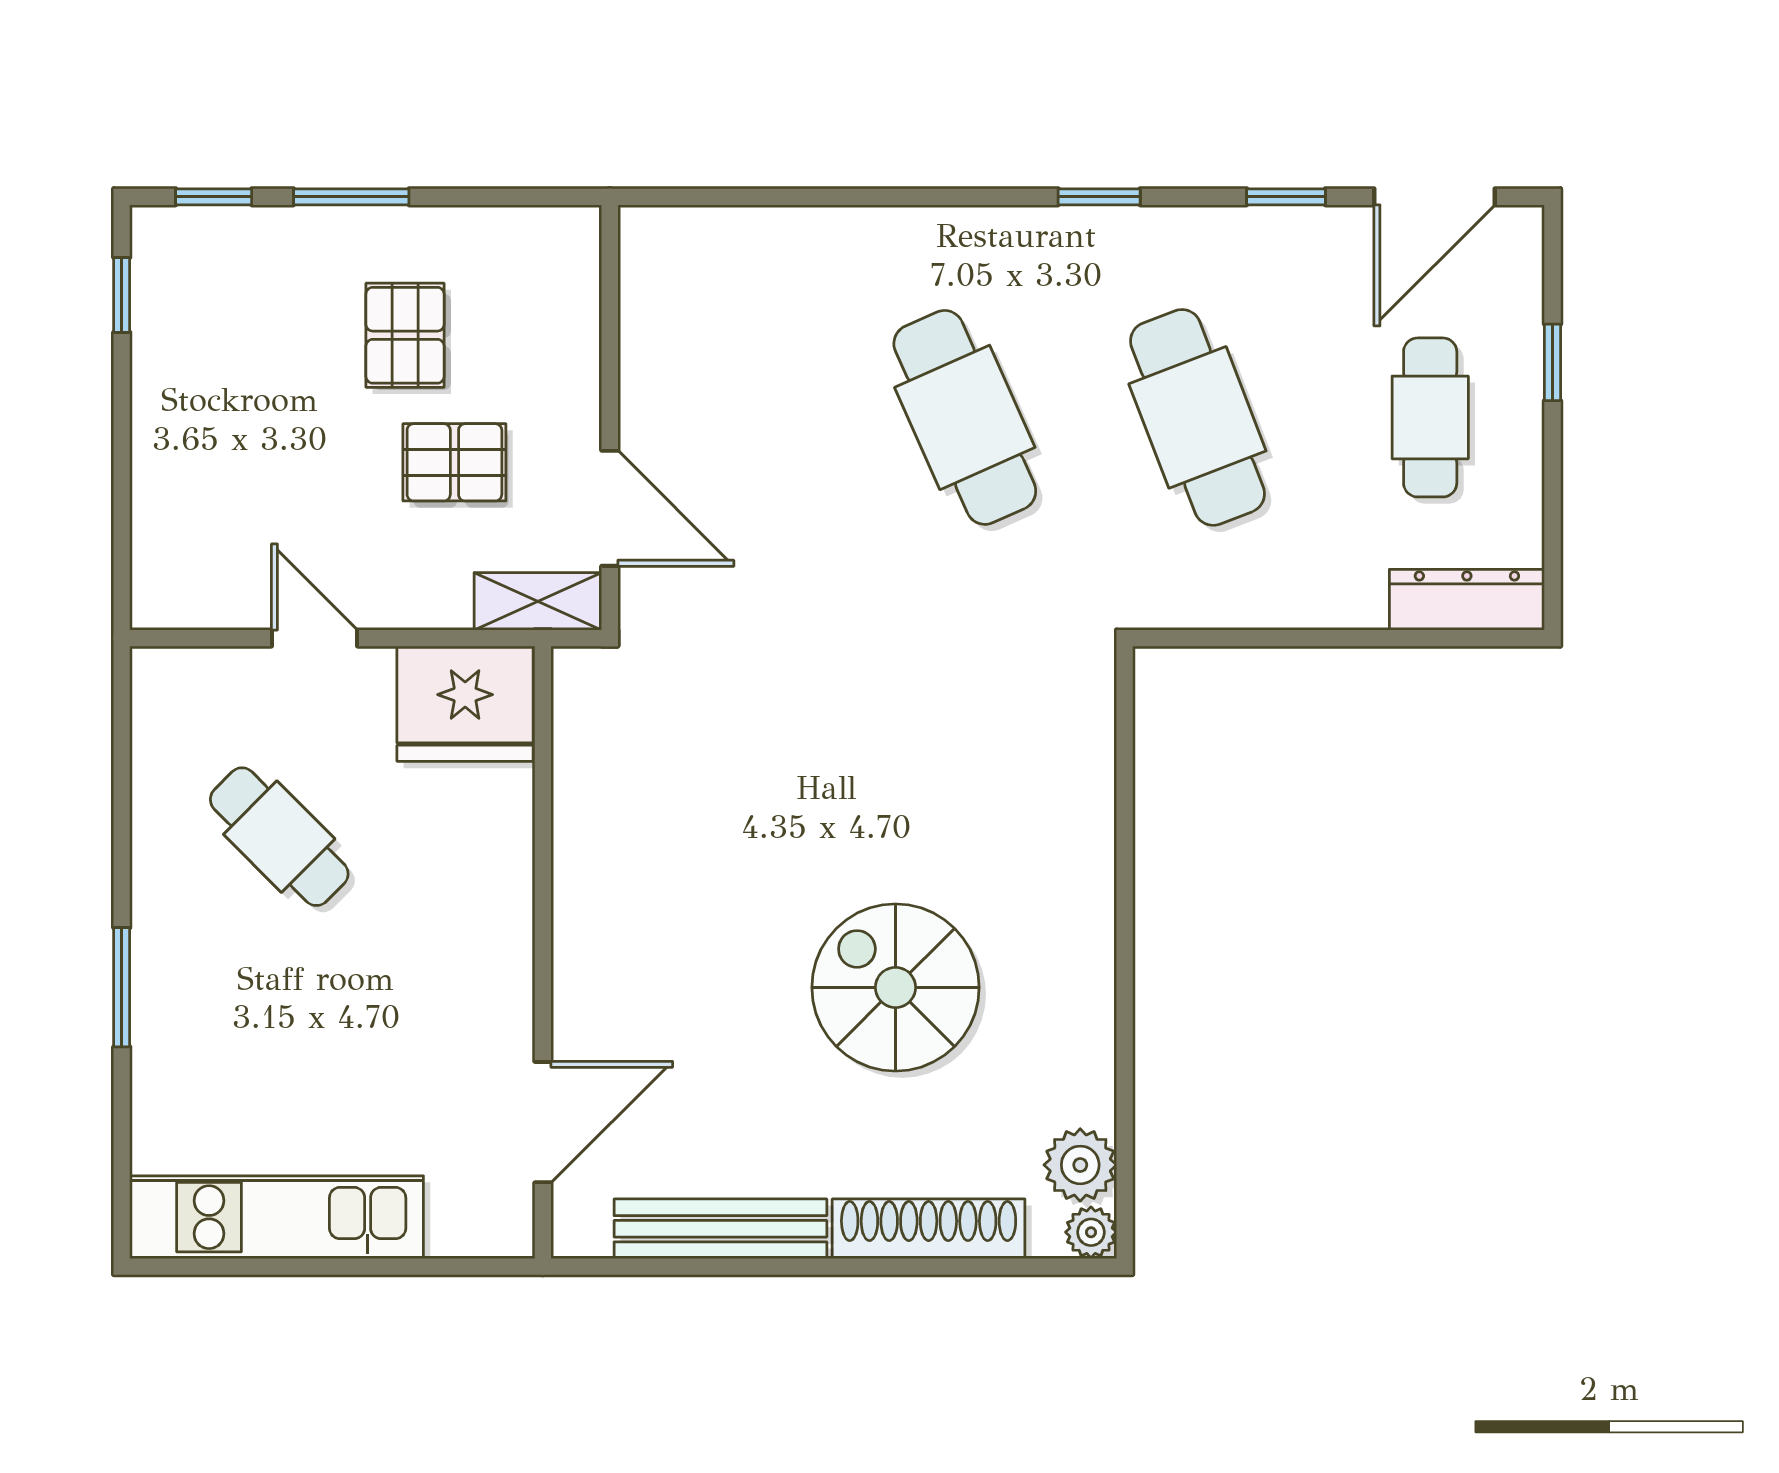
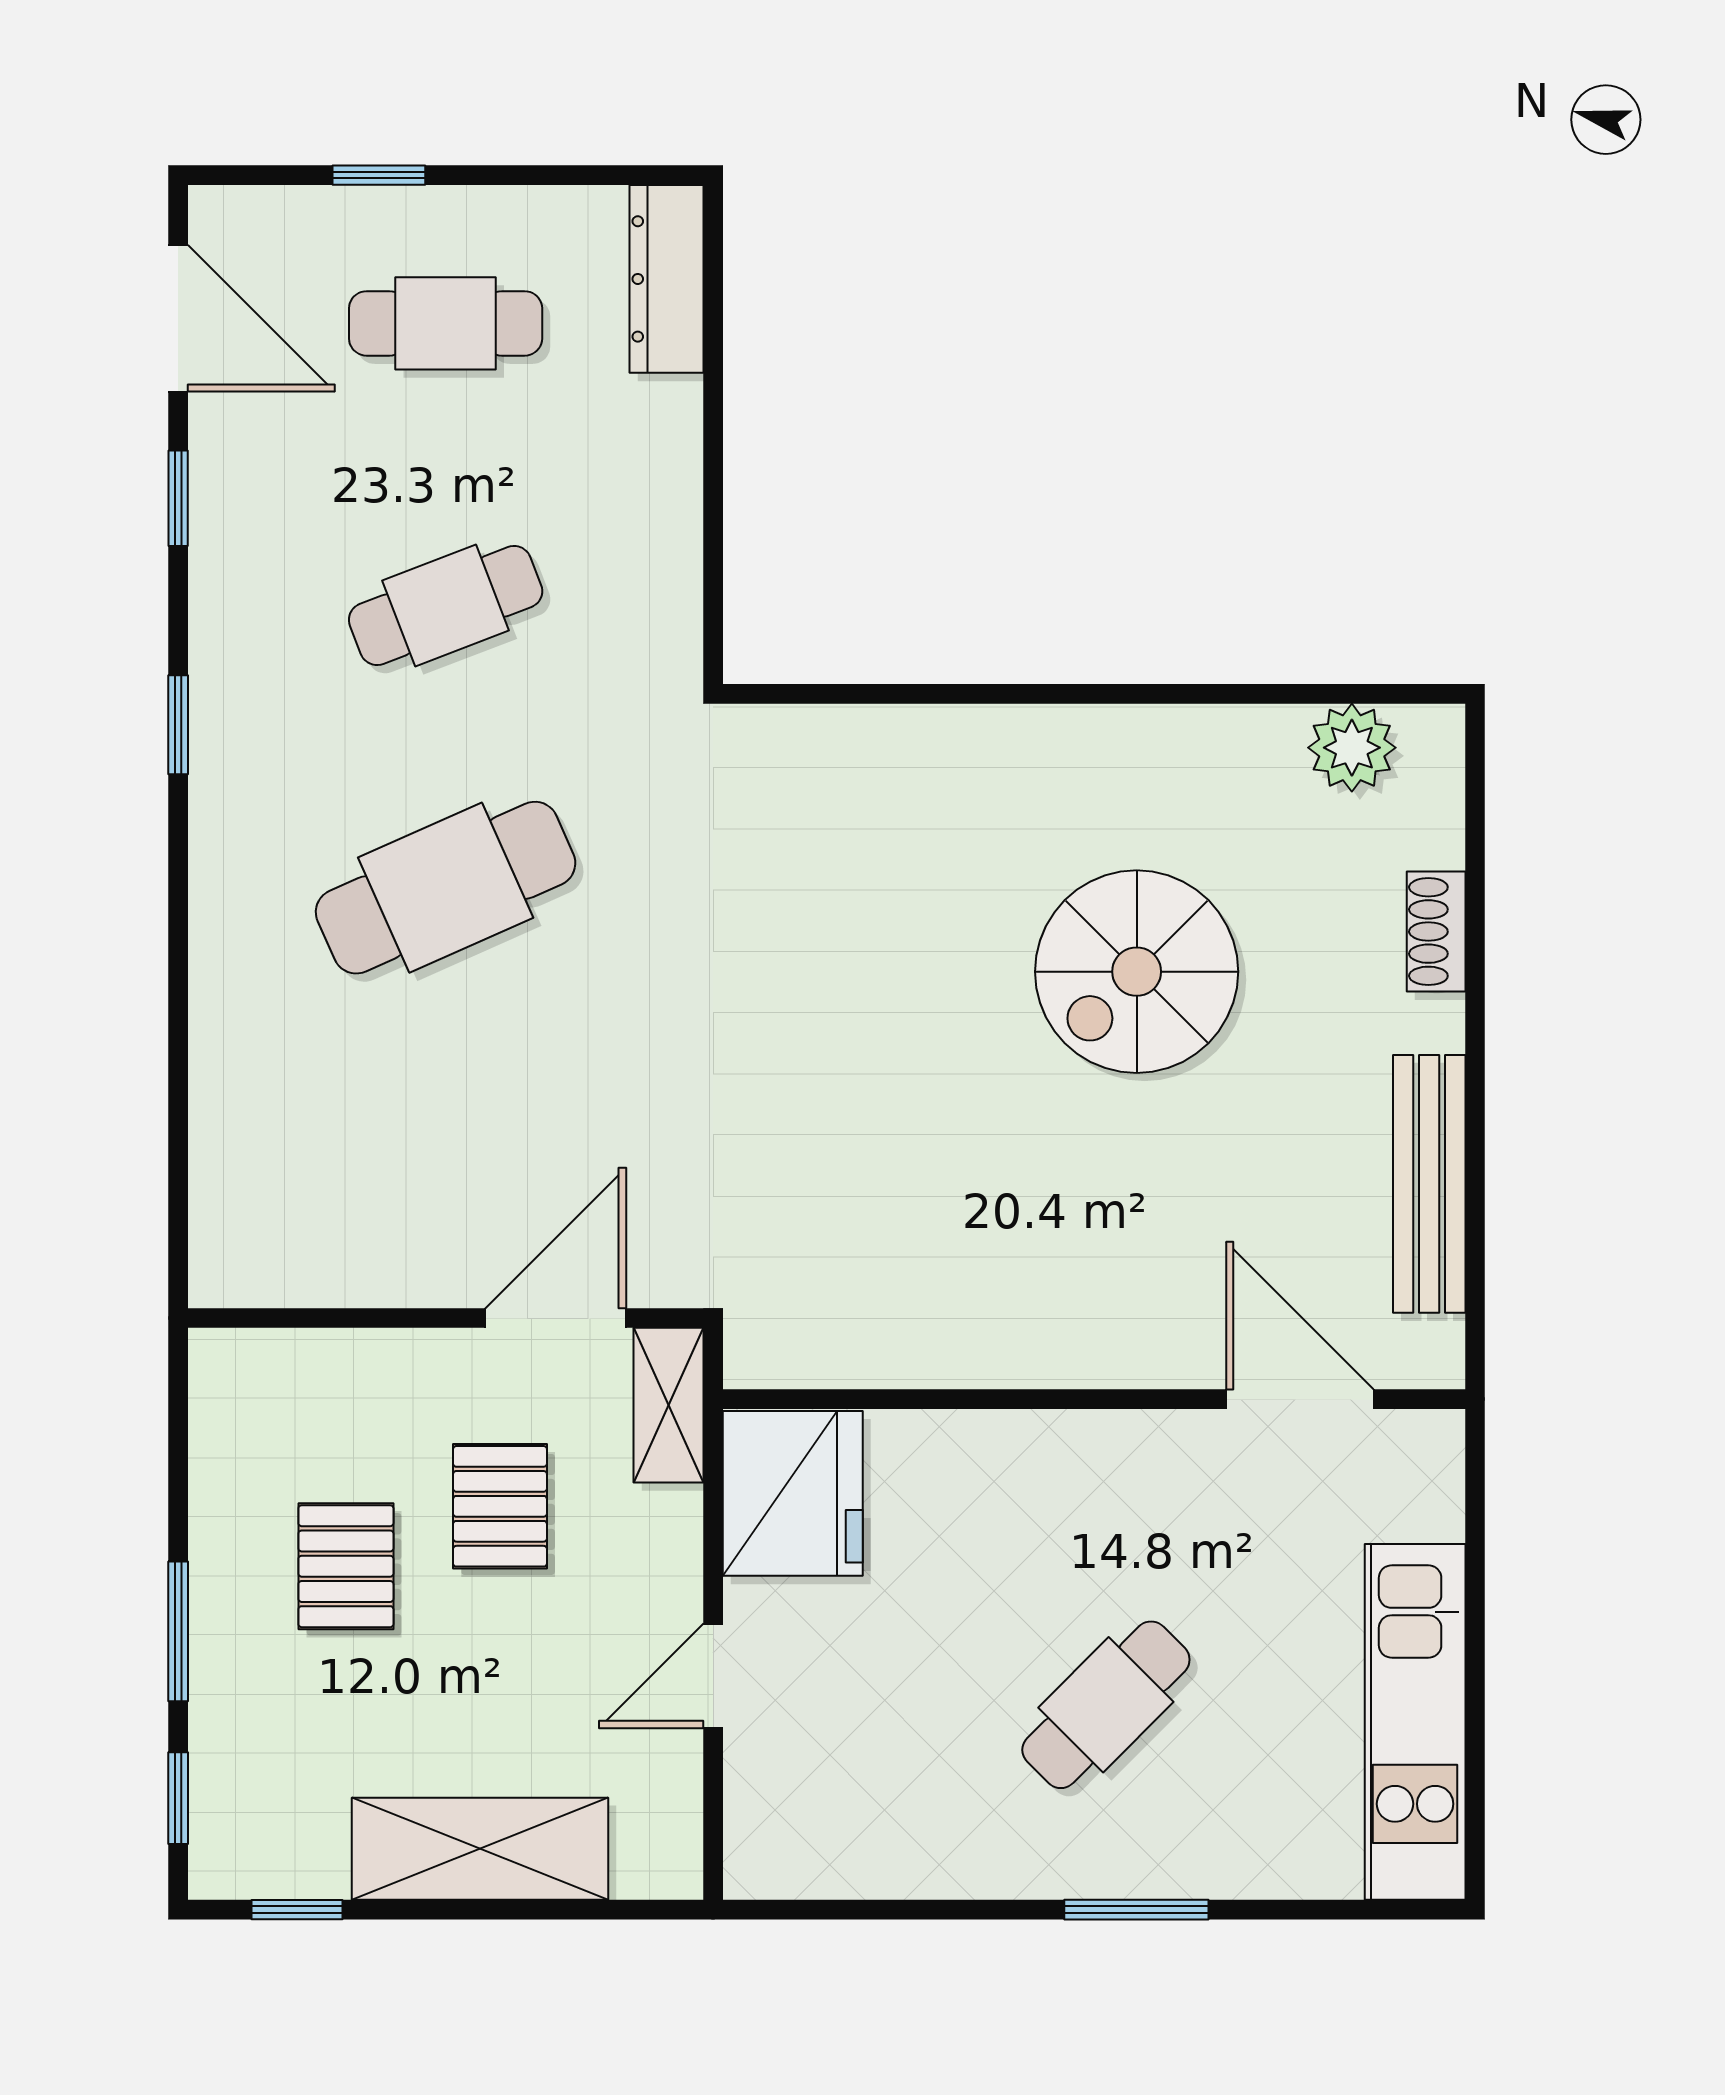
pallet: (405, 335) -> (346, 1566), turned 90
cafe table: (1197, 417) -> (446, 606), width x0.73, depth x0.74
shelving: (172, 446) -> (480, 1849), added
cafe table: (279, 837) -> (1106, 1705), moved
shoe rack: (929, 1229) -> (1436, 932), width x0.51, depth x0.81
plant: (1091, 1232) -> (1433, 735), removed

